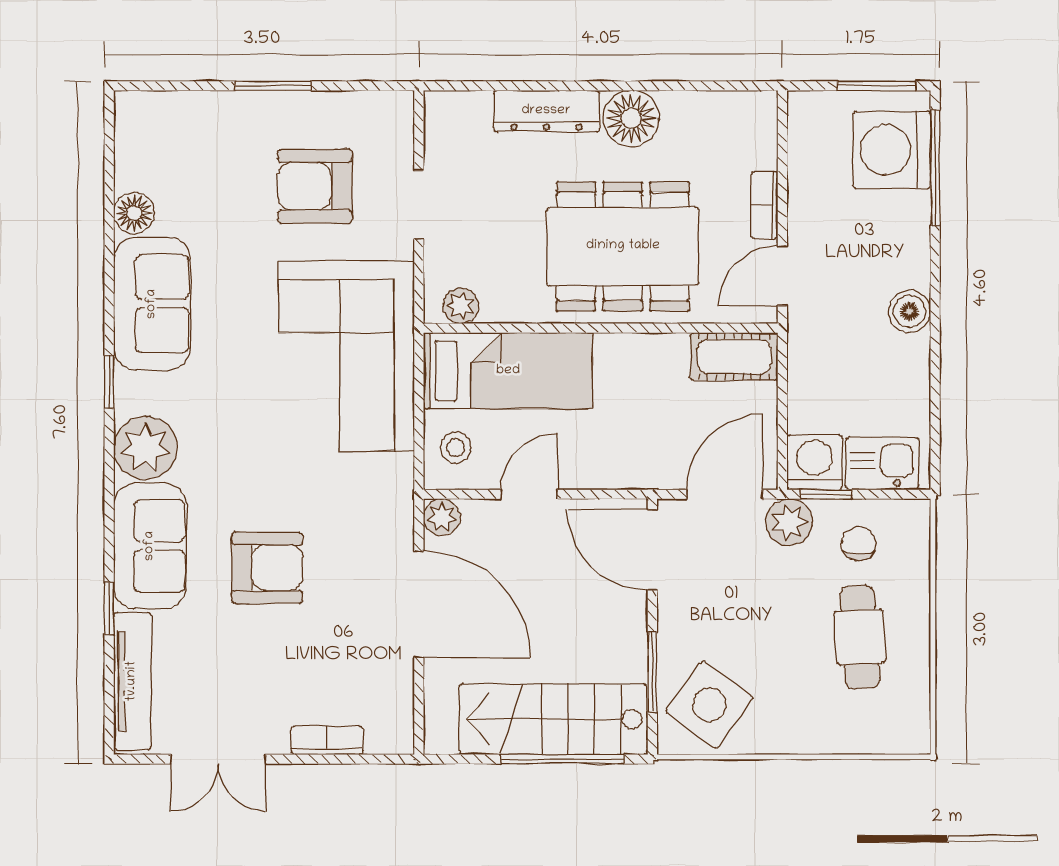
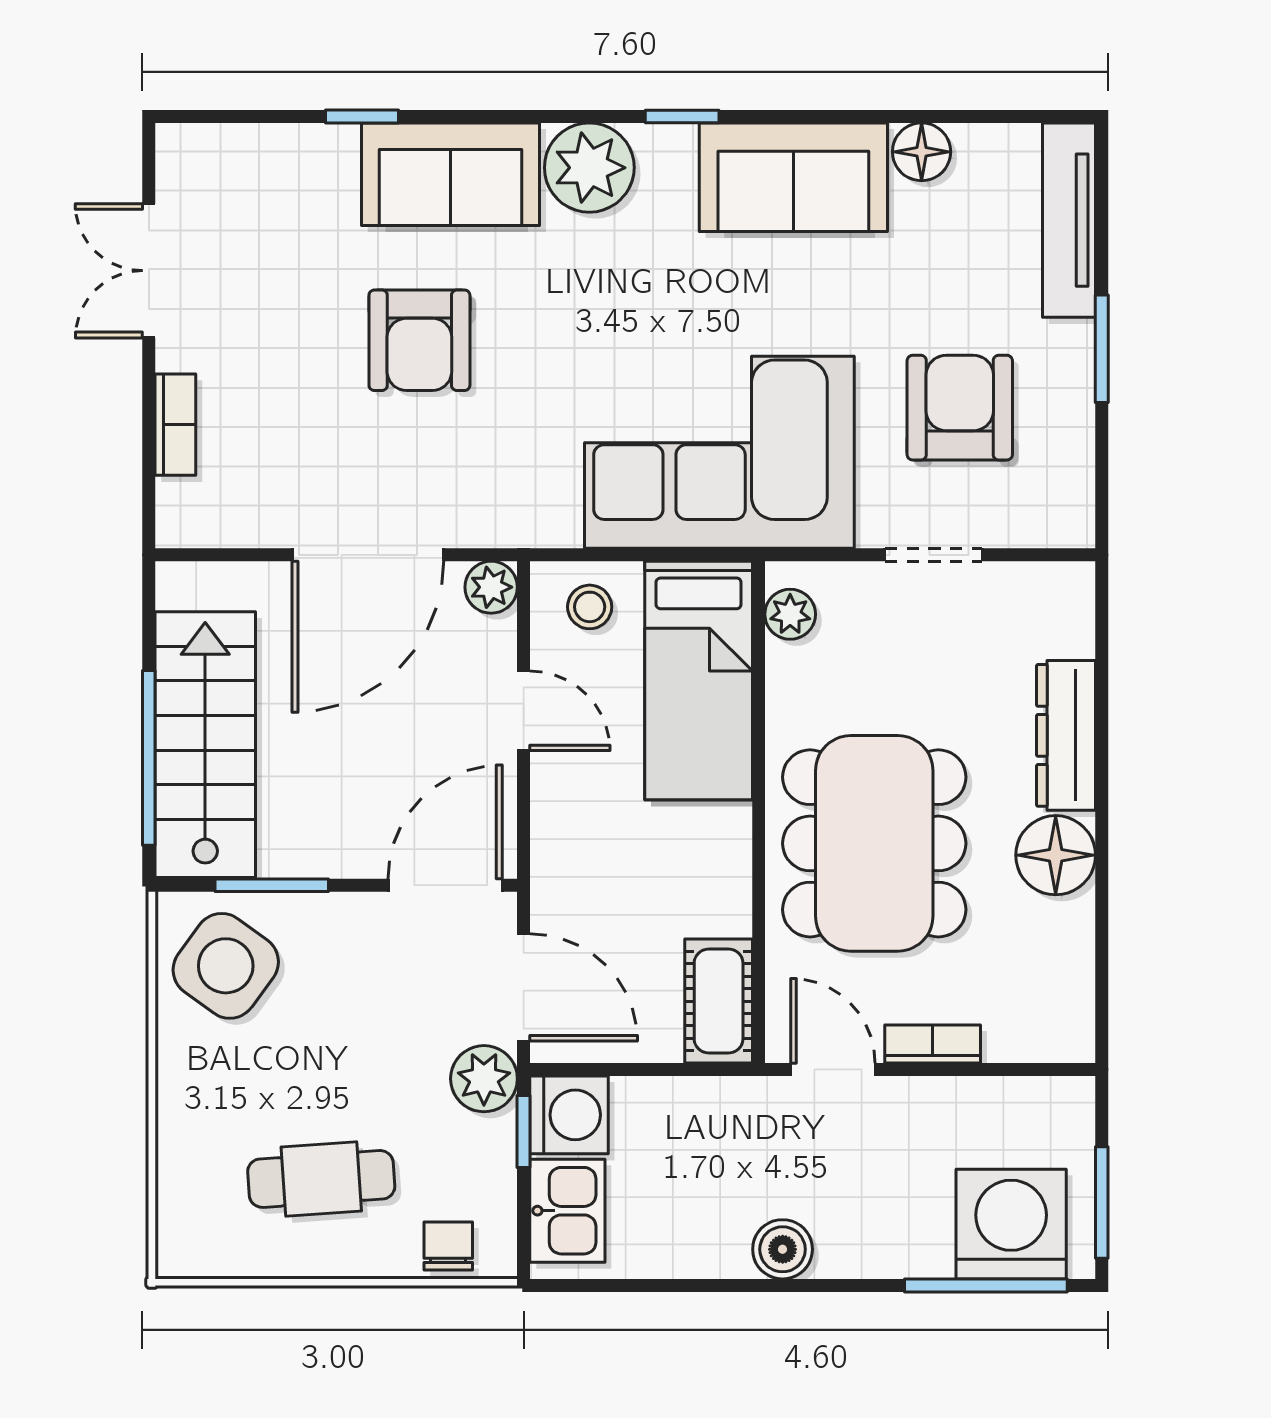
chair: (859, 543) -> (448, 1246), moved, turned -90
tv unit: (132, 681) -> (1069, 220), moved, turned 90

